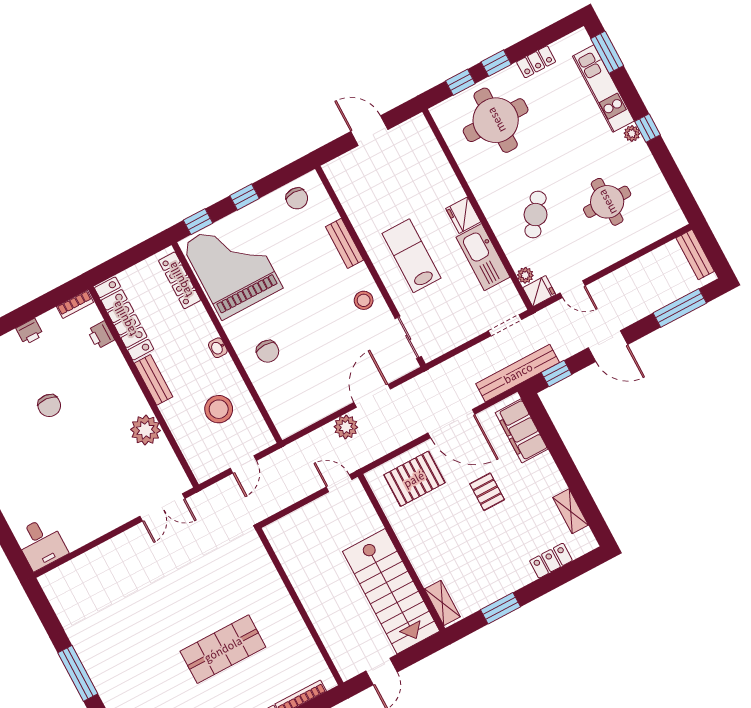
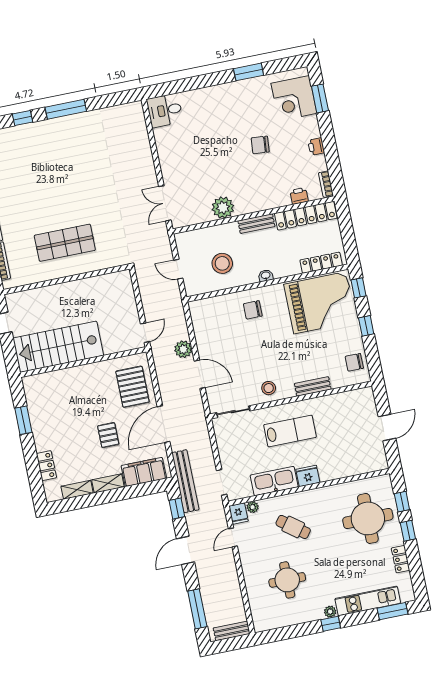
pallet: (487, 492) -> (108, 435), turned 90
shelving: (442, 603) -> (108, 483), moved
shop shelf: (223, 649) -> (65, 243), moved, turned 90

